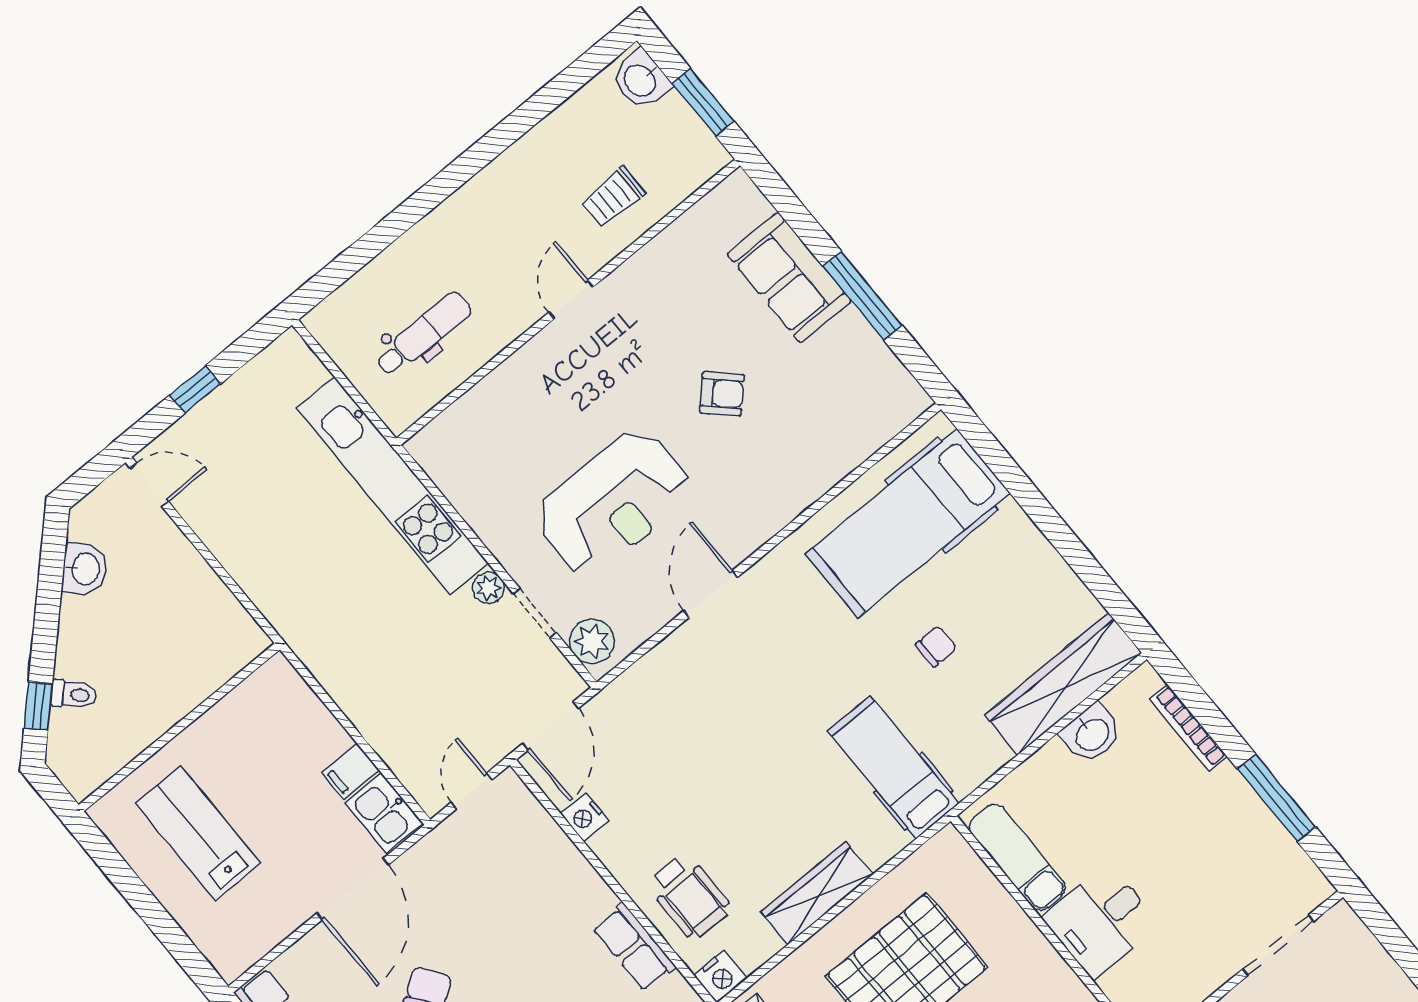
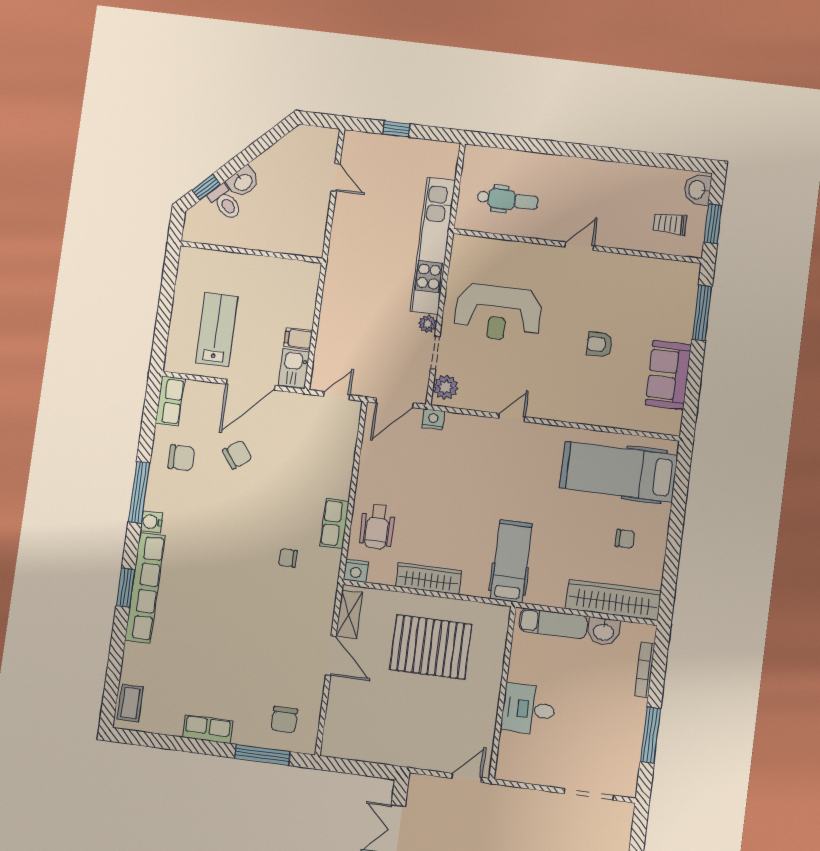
trolley: (613, 197) -> (670, 224), moved
sofa: (789, 278) -> (668, 375), moved
window: (863, 296) -> (702, 313), moved
armchair: (722, 394) -> (599, 344), turned 136
door: (149, 485) -> (336, 177), moved
reception desk: (613, 503) -> (498, 313), moved
washbasin: (85, 569) -> (243, 182), moved
door: (711, 594) -> (512, 418), width x0.73
chair: (936, 646) -> (625, 539), moved
toilet: (74, 694) -> (225, 202), width x1.37, depth x1.39
nightstand: (585, 817) -> (433, 419), moved, turned 90
lab bench: (198, 833) -> (217, 330), moved
exam couch: (1017, 857) -> (553, 623), moved, turned 90

